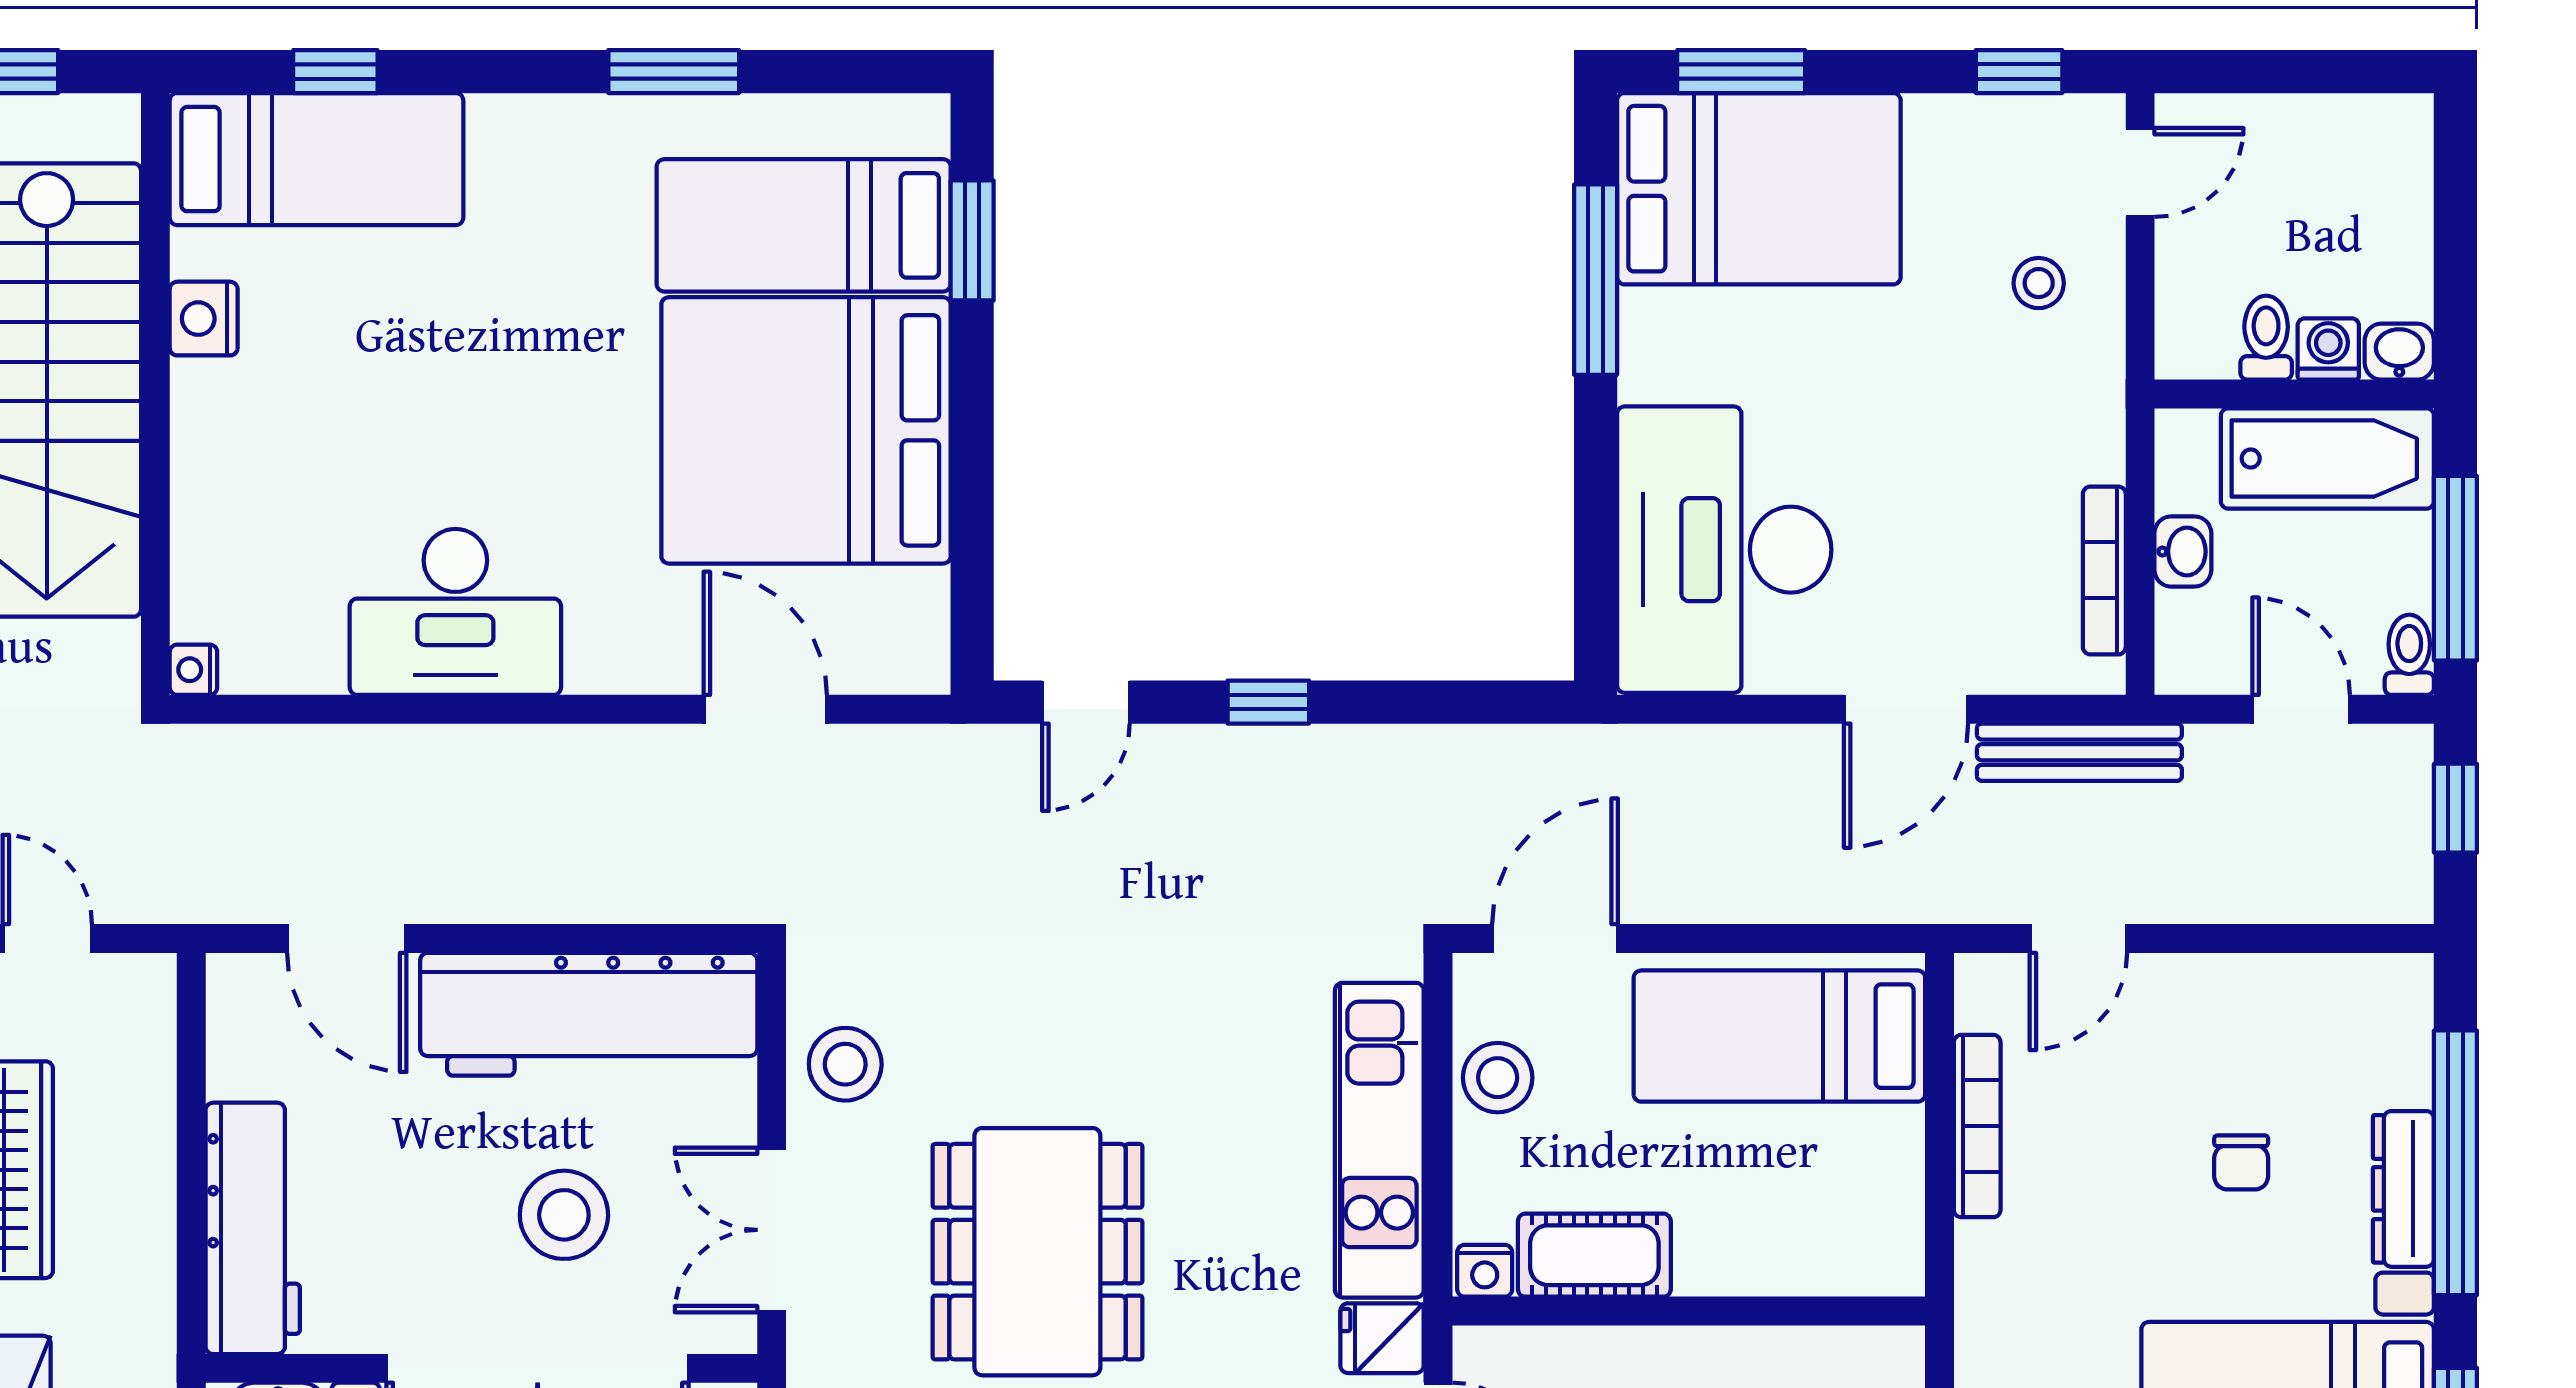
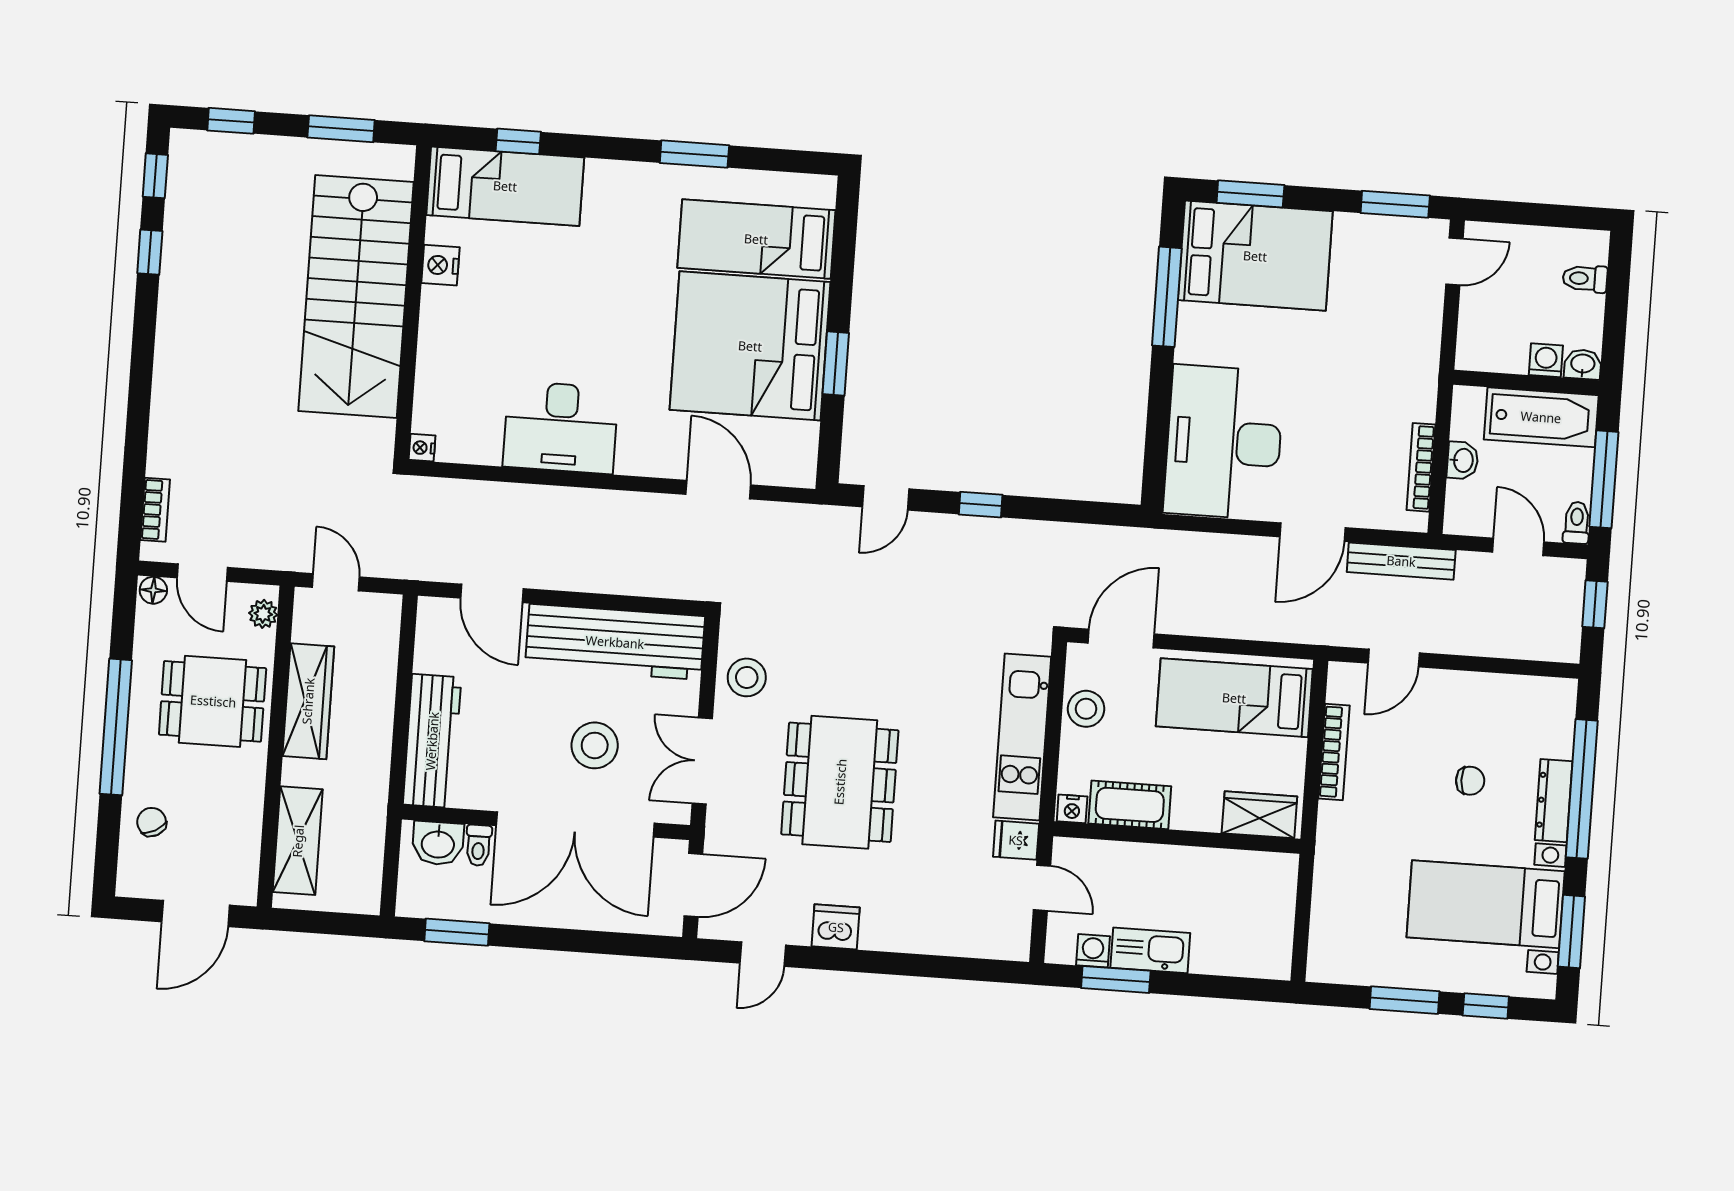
window: (2019, 72) -> (1395, 204), width x1.50
window: (972, 240) -> (836, 364), moved
stool: (2039, 283) -> (1397, 315), removed
toilet: (2266, 338) -> (1585, 279), moved, turned -90
chair: (2241, 1162) -> (1470, 781), turned -92
wardrobe: (1843, 1256) -> (1259, 815), added

